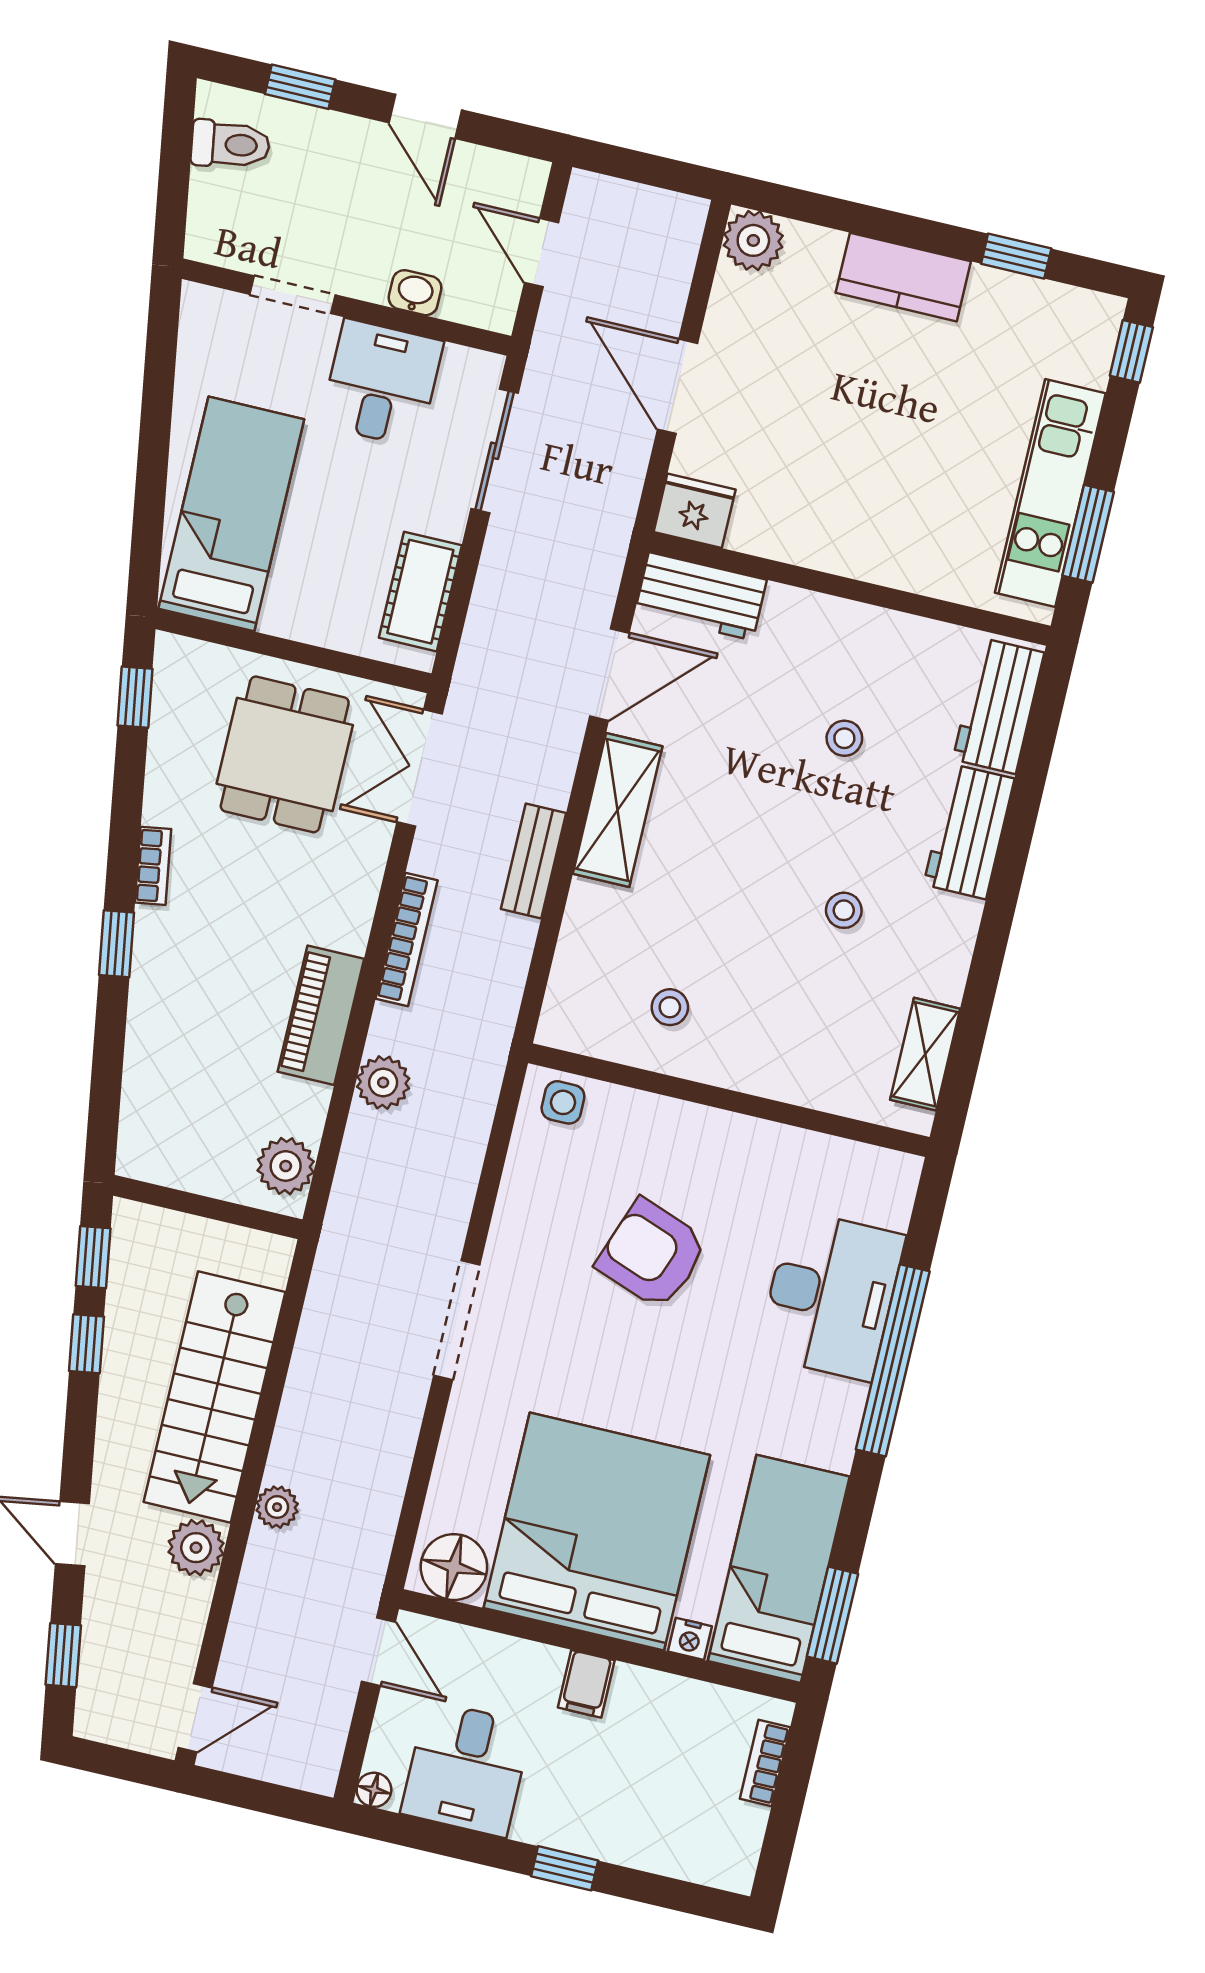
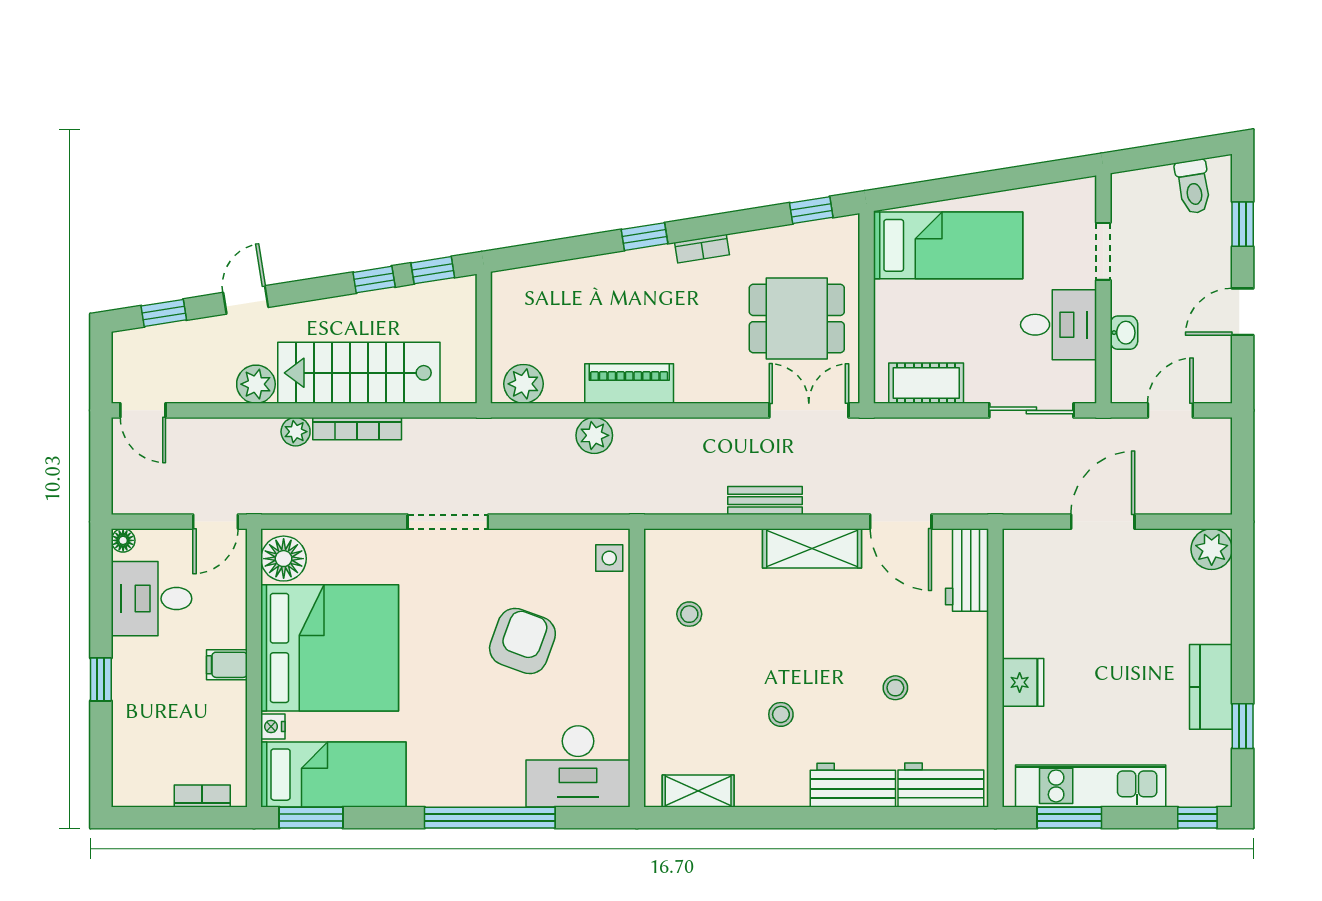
kitchen counter: (903, 277) -> (1211, 687), moved
fridge: (695, 511) -> (1023, 682), moved
bookcase: (407, 939) -> (357, 429), moved
desk: (831, 1295) -> (578, 766), moved

